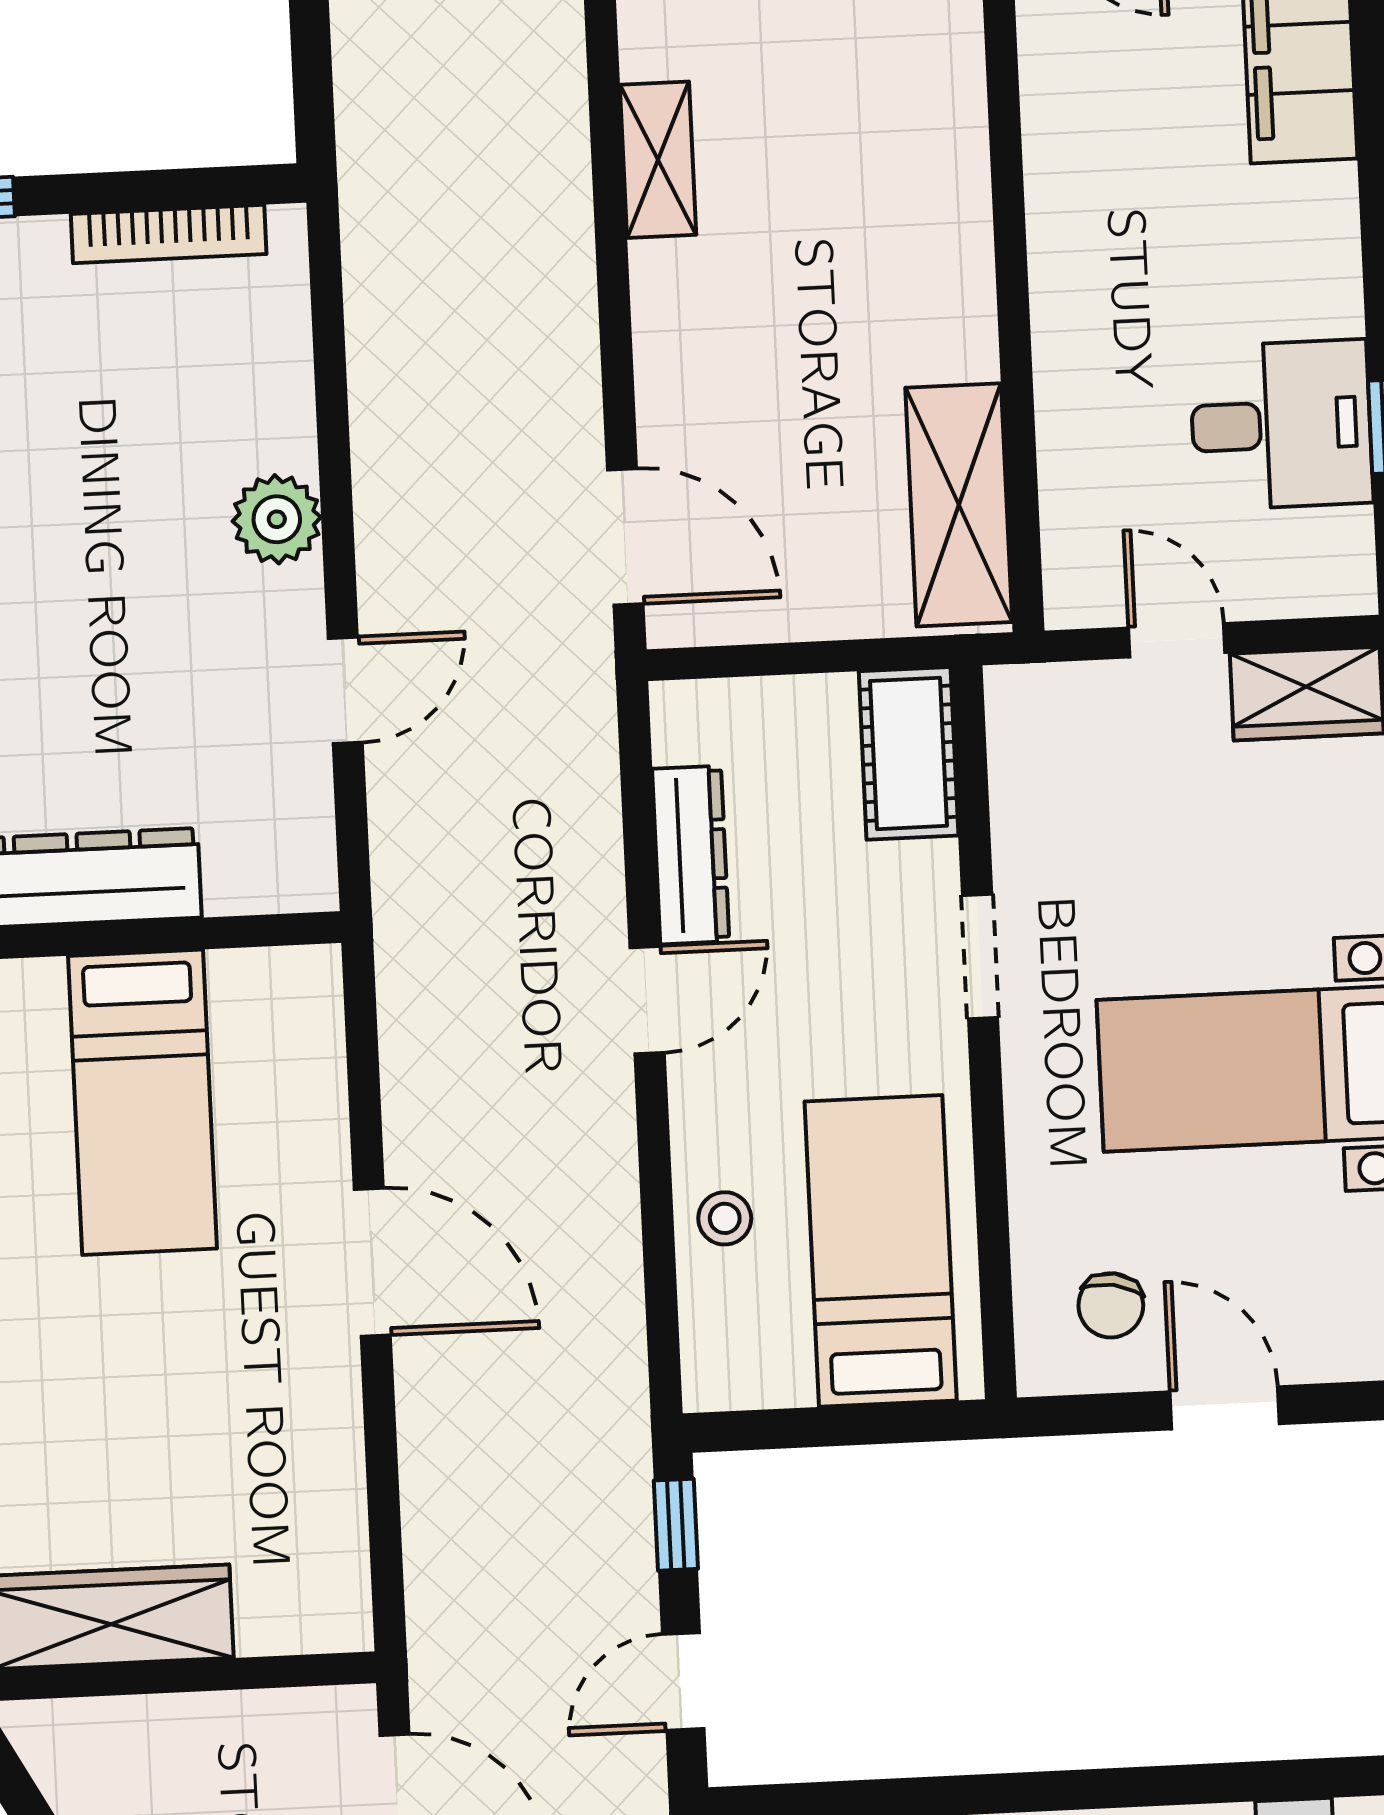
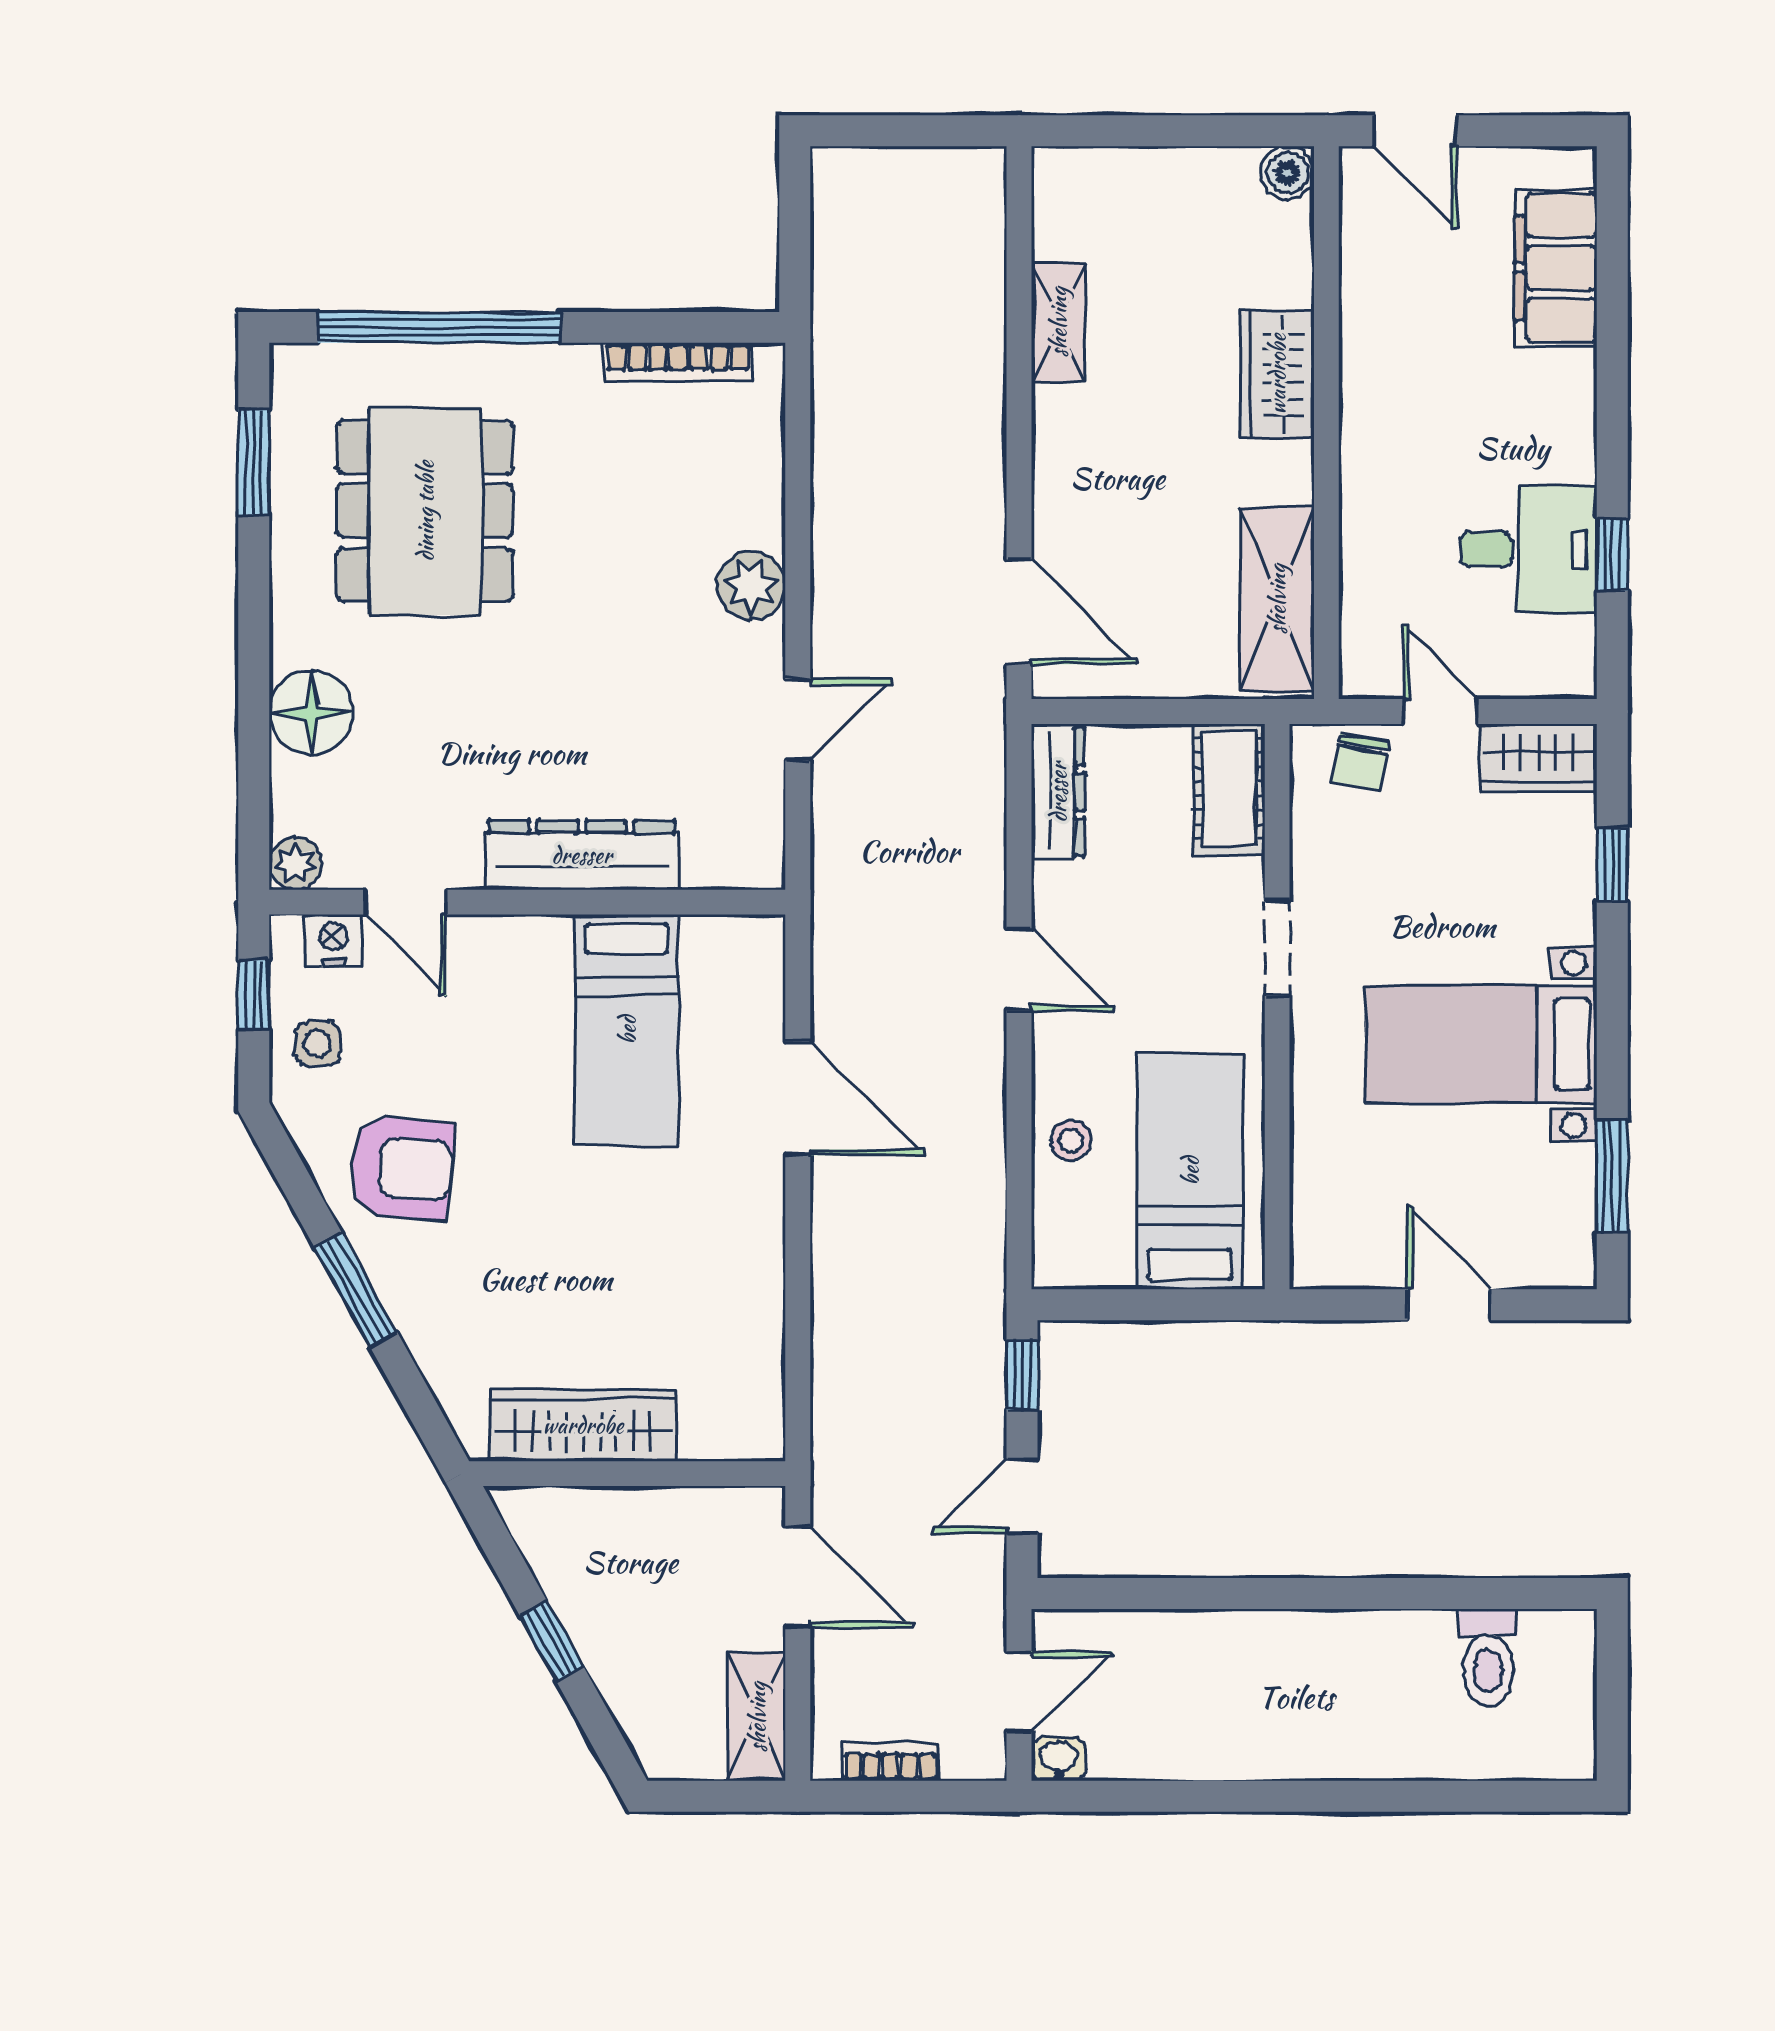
wardrobe: (945, 213) -> (1277, 374), added
dresser: (691, 855) -> (1058, 792), moved
door: (647, 1000) -> (1019, 969), hinge flipped
door: (372, 1262) -> (798, 1098), moved
chair: (1111, 1305) -> (1360, 763), moved

